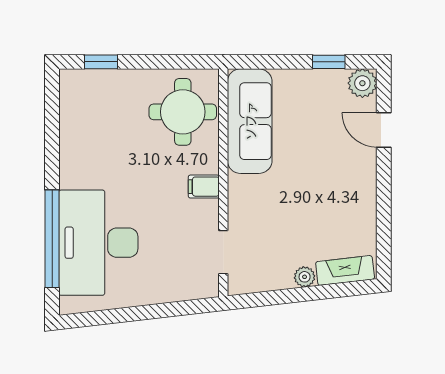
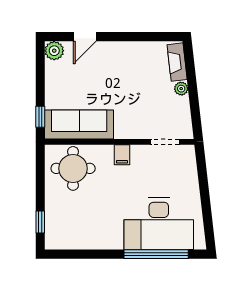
window: (329, 62) -> (40, 117), moved

